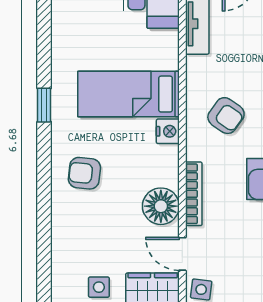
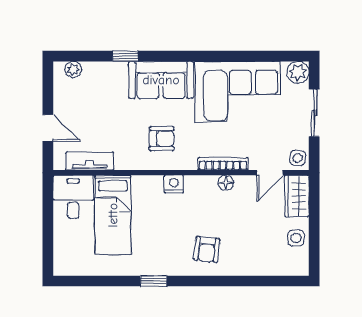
bed: (129, 94) -> (113, 215), moved
armchair: (226, 116) -> (162, 139), turned 55
floor lamp: (161, 206) -> (226, 183), width x0.53, depth x0.53

